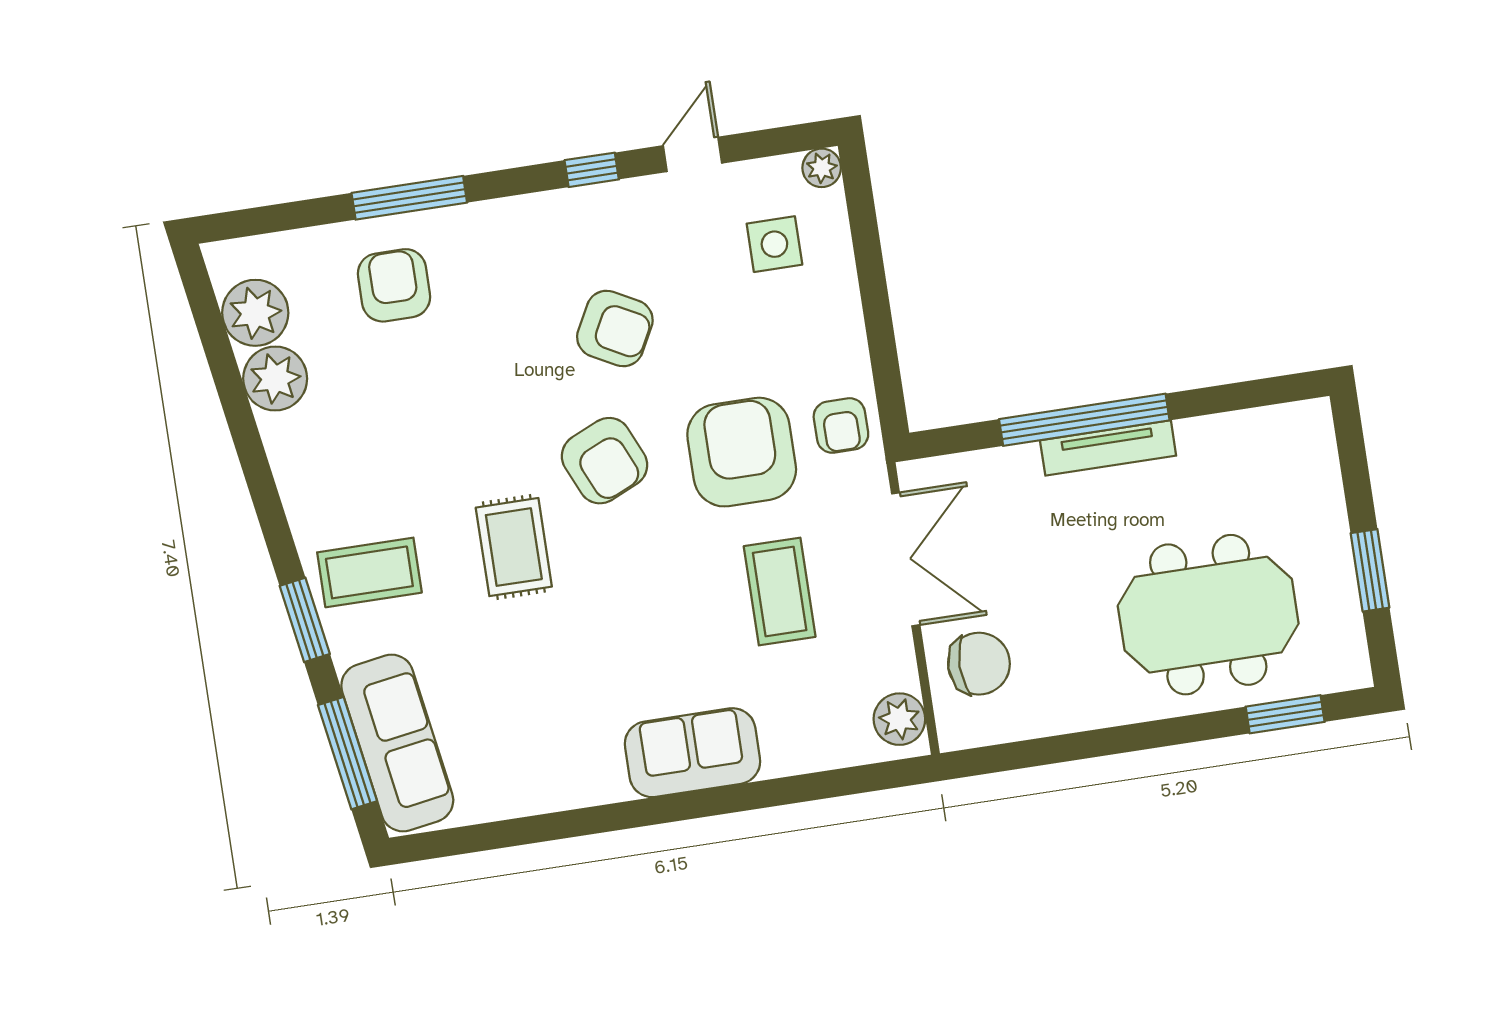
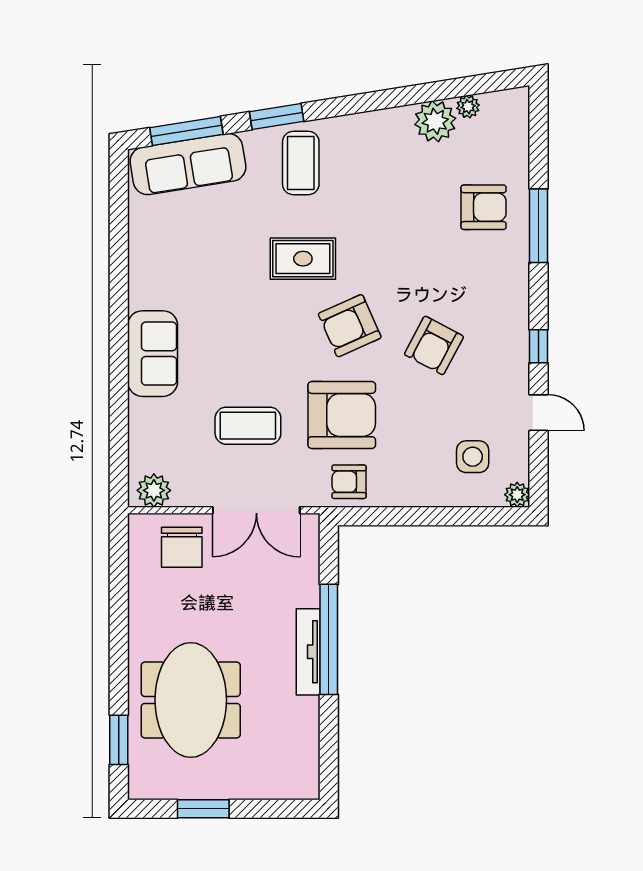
plant: (255, 313) -> (468, 107), width x0.53, depth x0.53

